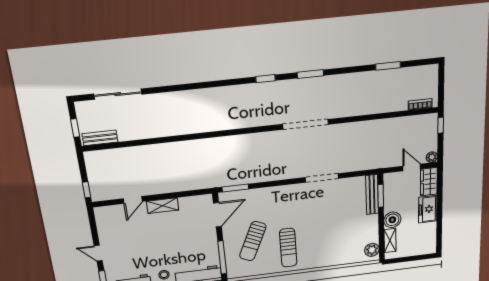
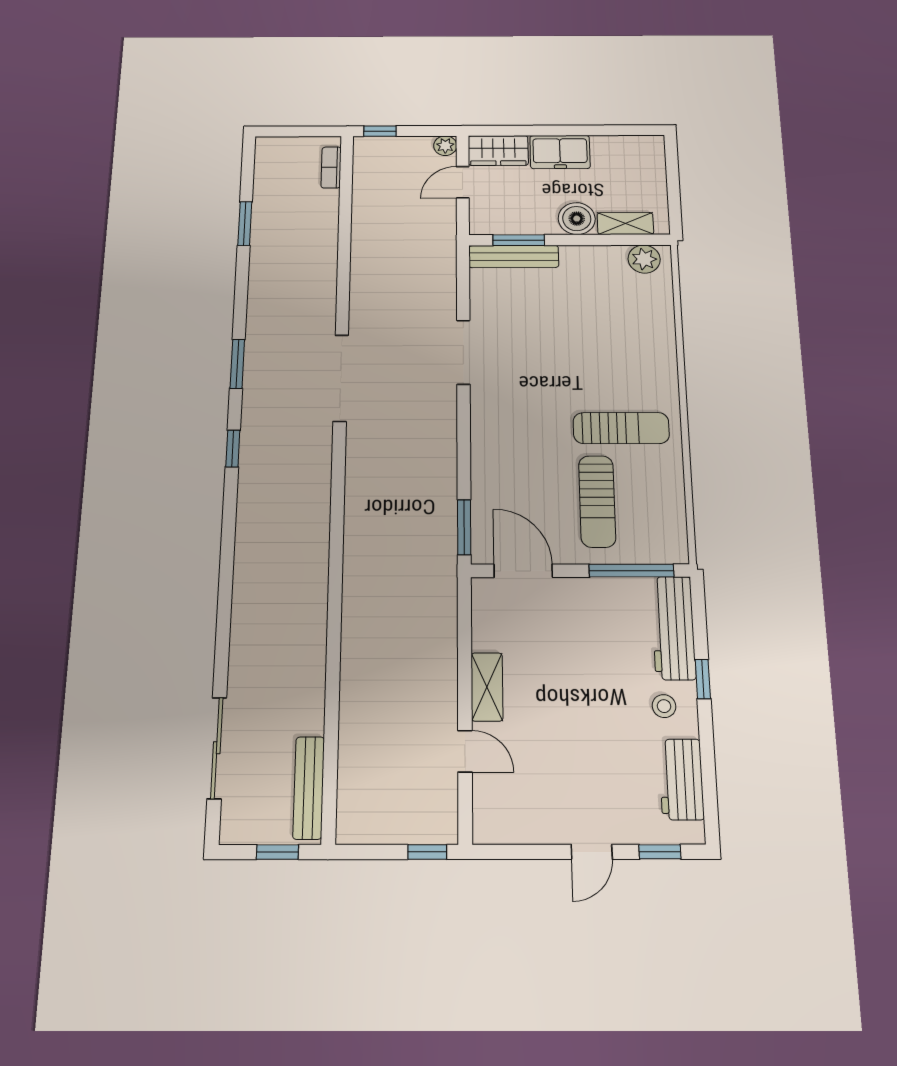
bench: (100, 138) -> (309, 788), width x1.36
sun lounger: (253, 241) -> (597, 501), turned 66

